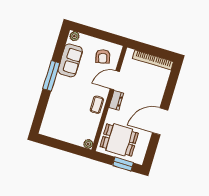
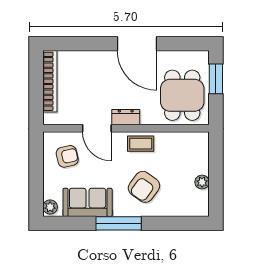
armchair: (69, 99) -> (144, 187), added
plant: (88, 144) -> (202, 182), moved

